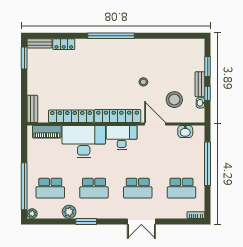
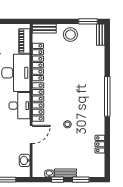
locker: (64, 44) -> (100, 144), moved
stool: (174, 100) -> (70, 35), moved

